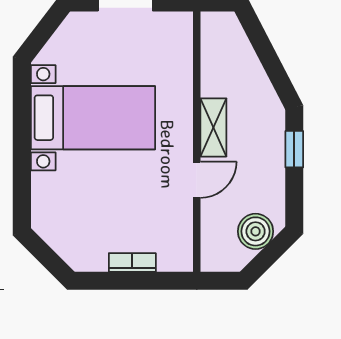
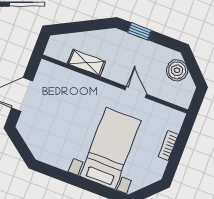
bed with nightstands: (93, 118) -> (110, 148), moved
shelving: (213, 127) -> (87, 63), moved

